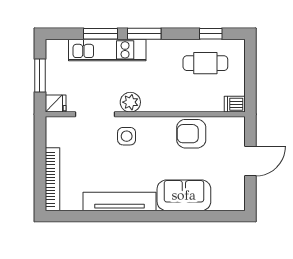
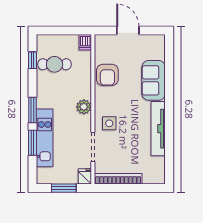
cafe table: (205, 63) -> (55, 64), turned 90
plant: (130, 102) -> (84, 107), moved
bookcase: (52, 179) -> (118, 179), moved

